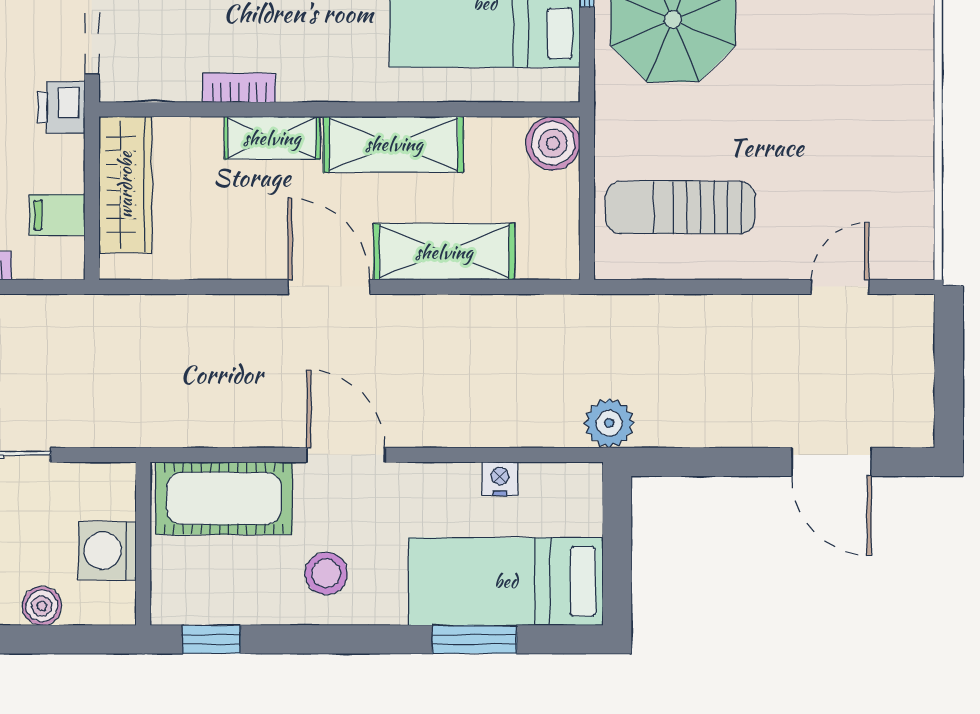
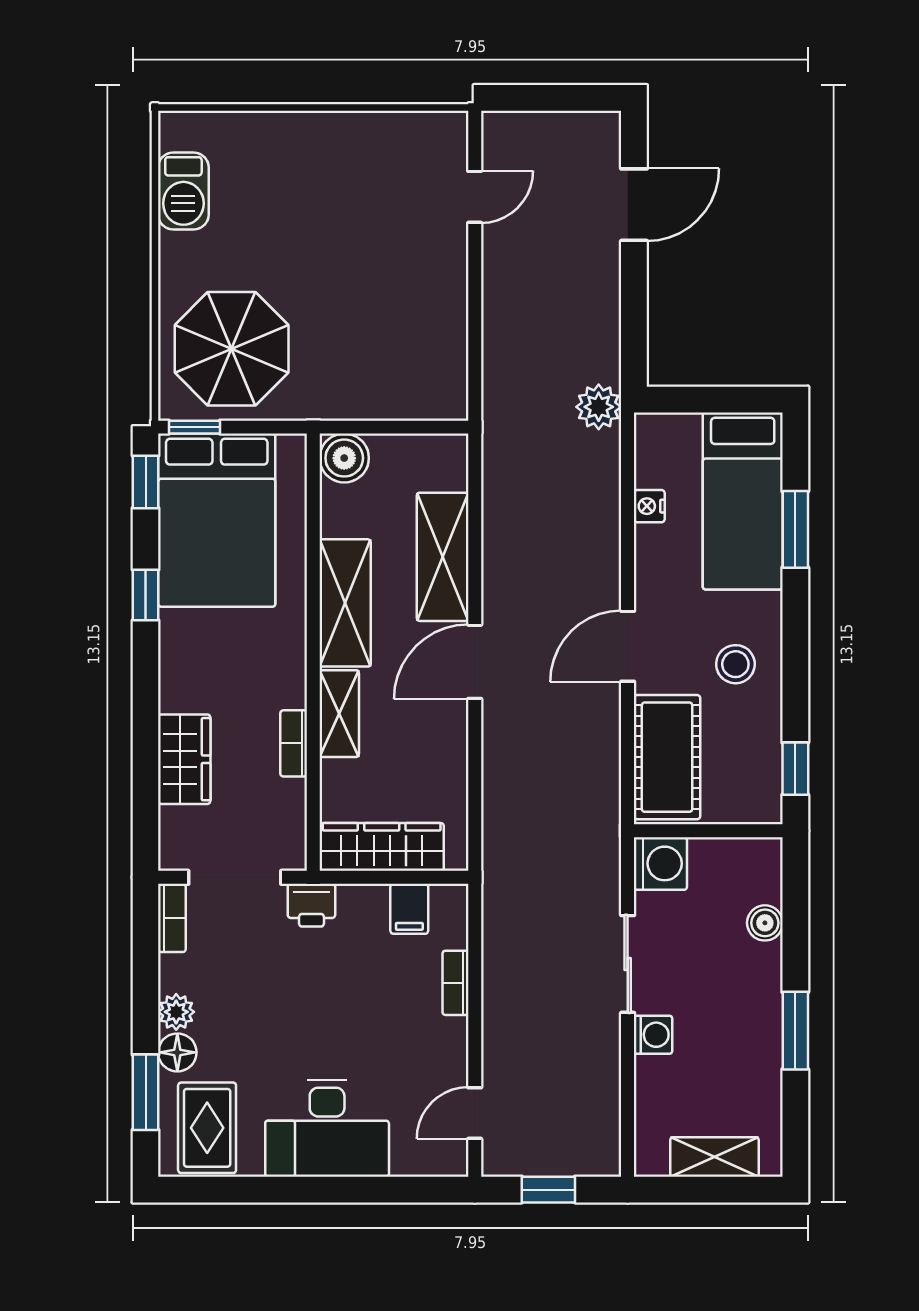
sun lounger: (680, 207) -> (402, 342), removed
door: (840, 287) -> (475, 197), swing flipped
washing machine: (107, 551) -> (660, 863), moved, turned -90

